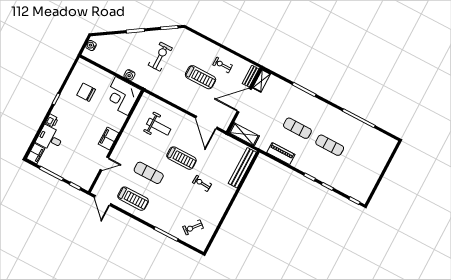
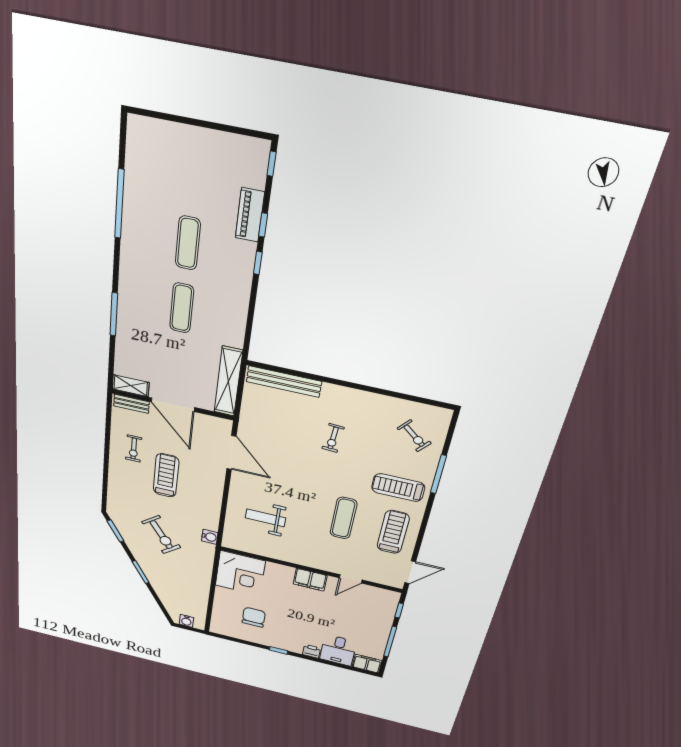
exercise bike: (160, 57) -> (161, 535), turned -127
water cooler: (129, 75) -> (210, 537), moved
chair: (86, 92) -> (254, 617), turned 180
door: (206, 123) -> (231, 453), hinge flipped
weight bench: (159, 127) -> (265, 518), turned -90
shelving: (244, 134) -> (228, 381), width x1.47
piano: (281, 154) -> (250, 215), moved
treadmill: (181, 158) -> (398, 488), moved, turned -90
door: (104, 164) -> (351, 579), swing flipped

